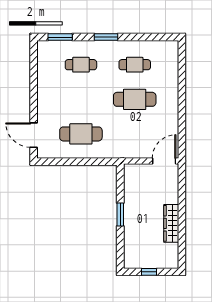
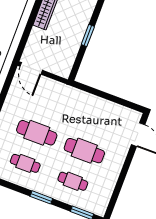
cafe table: (81, 134) -> (84, 151), moved
door: (164, 161) -> (31, 68), hinge flipped

